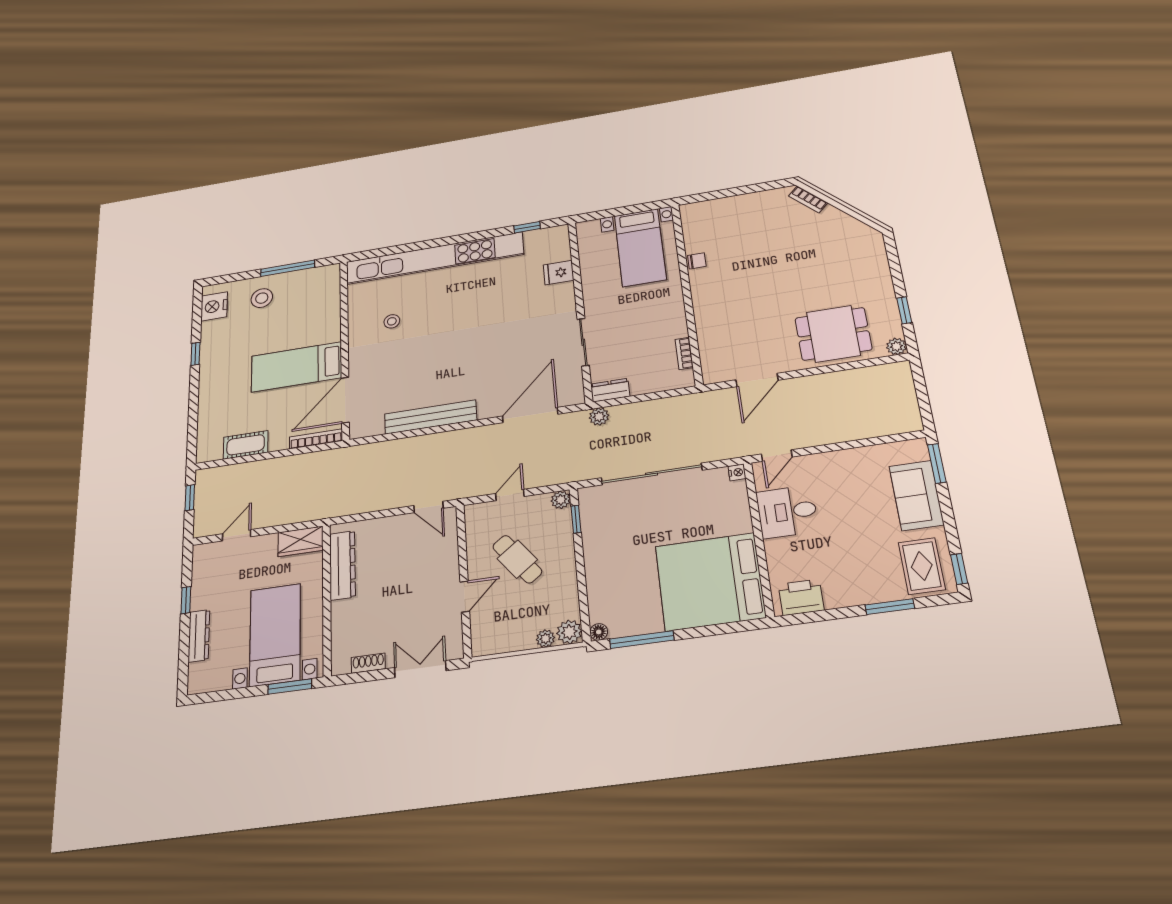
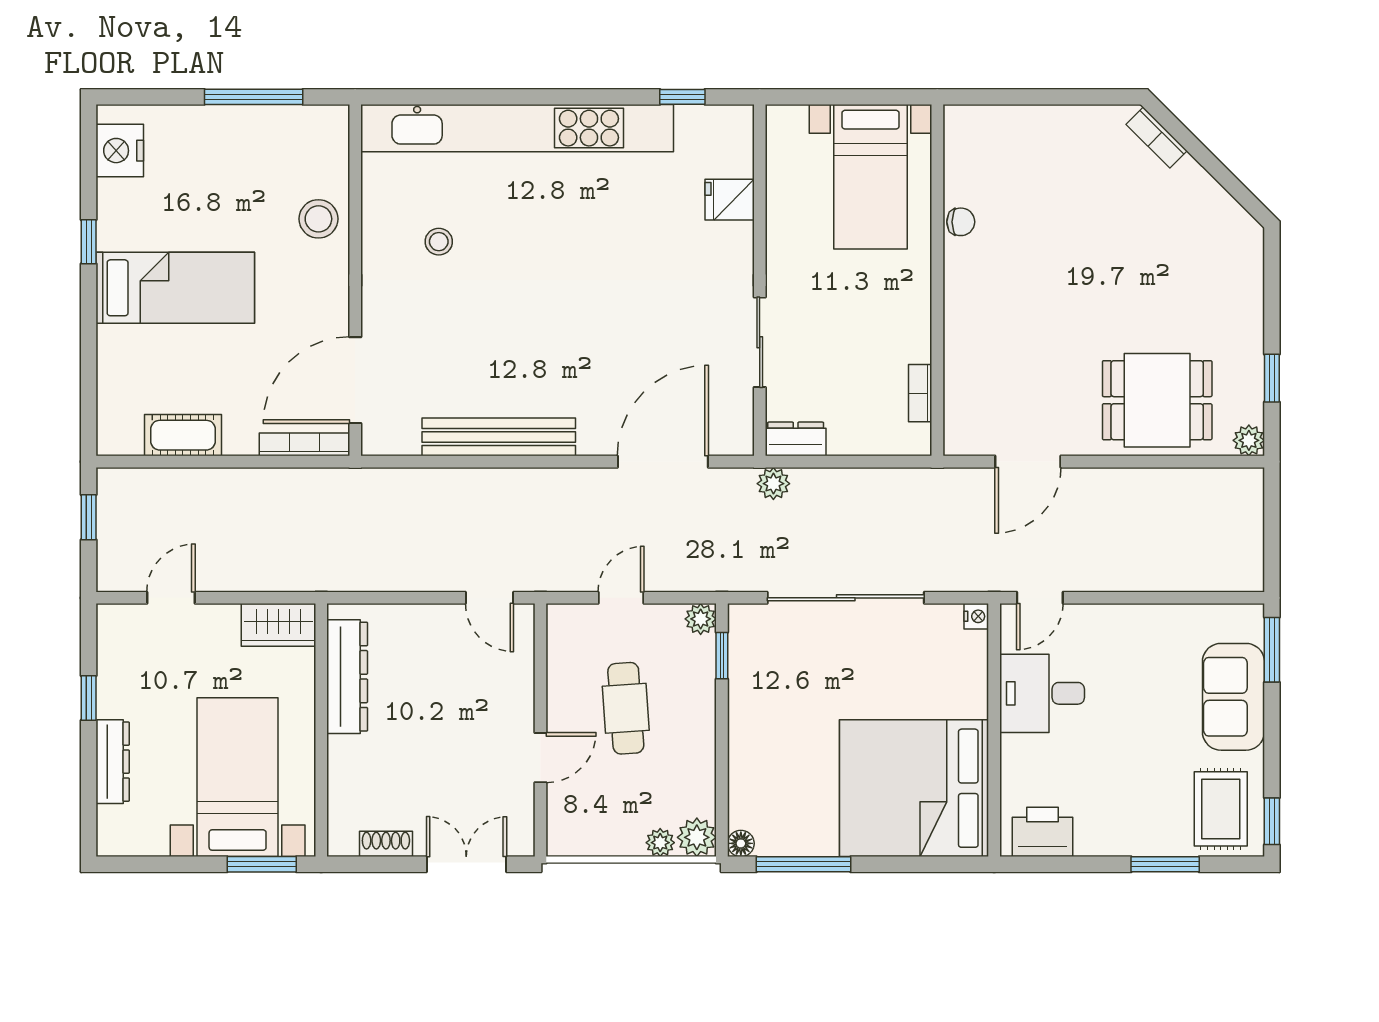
stool: (262, 298) -> (318, 219), moved
bed: (296, 367) -> (175, 288), moved, turned 180
cafe table: (517, 559) -> (626, 708), turned 33

